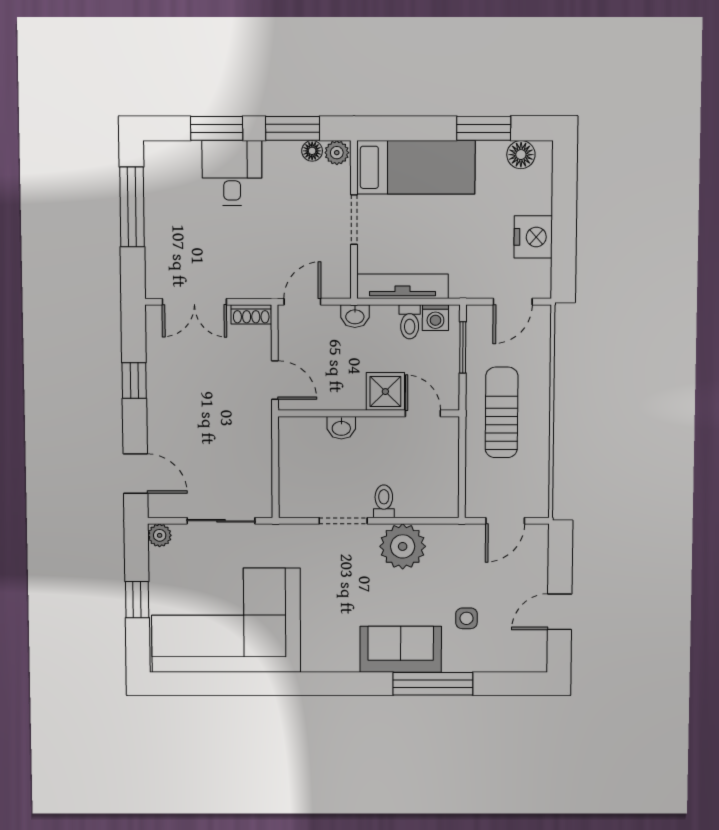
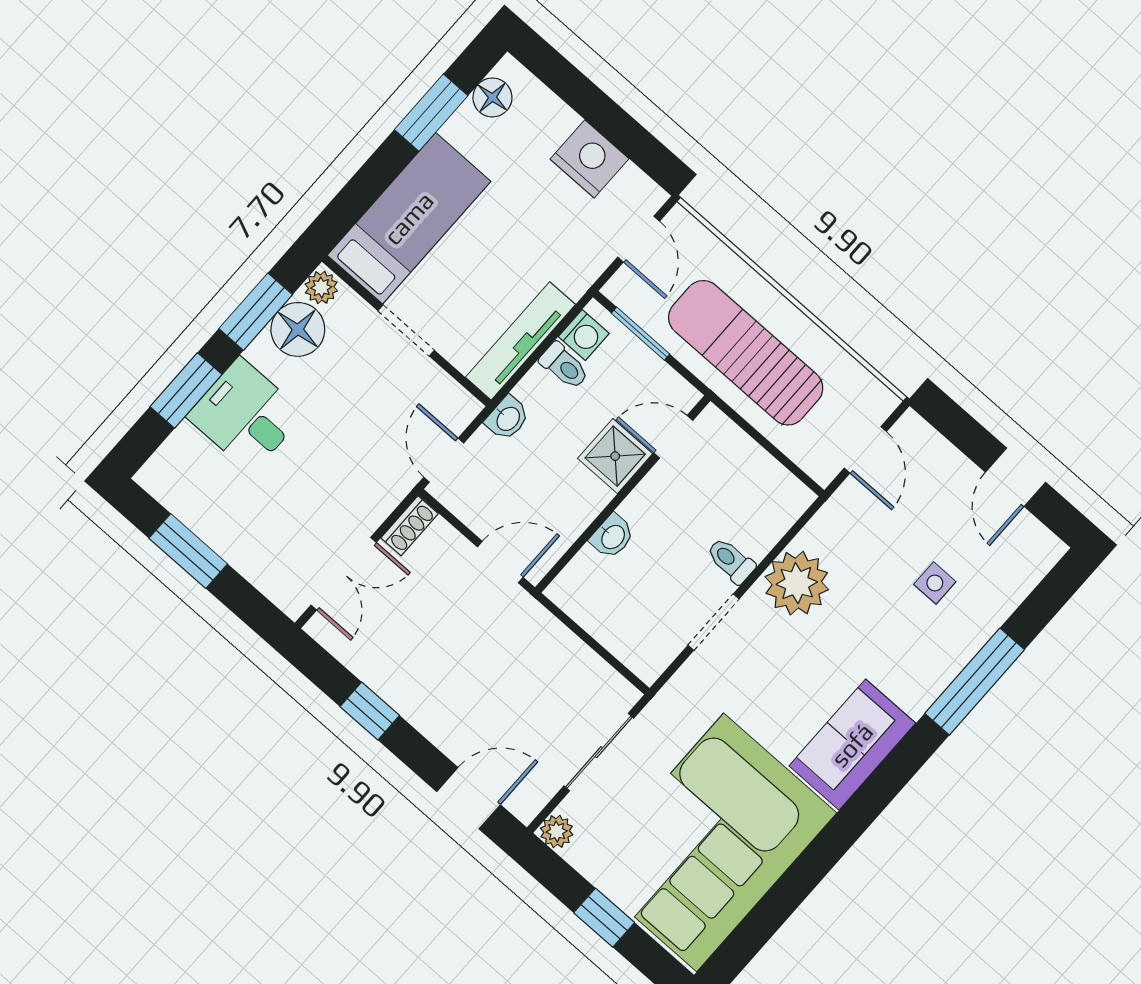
floor lamp: (312, 151) -> (298, 329), width x1.89, depth x1.89
window: (132, 207) -> (188, 551), width x0.69
sun lounger: (502, 412) -> (746, 353), width x1.36, depth x1.34
sofa: (401, 649) -> (852, 745), moved

